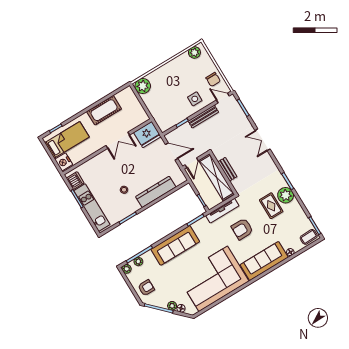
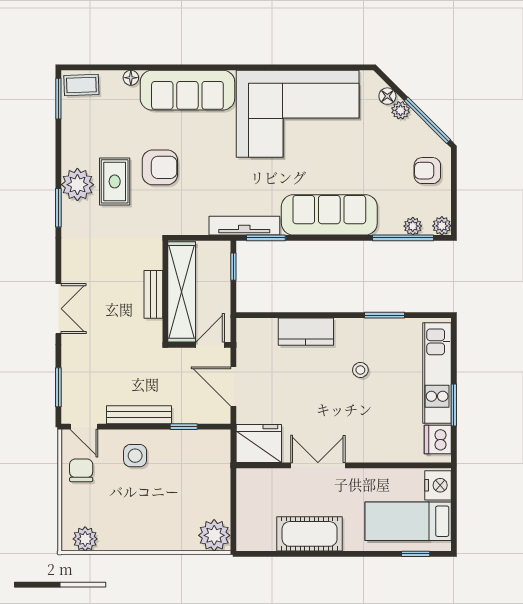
kitchen counter: (156, 192) -> (306, 332), width x0.67
tv unit: (222, 211) -> (244, 226), moved
armchair: (242, 229) -> (160, 167), moved

